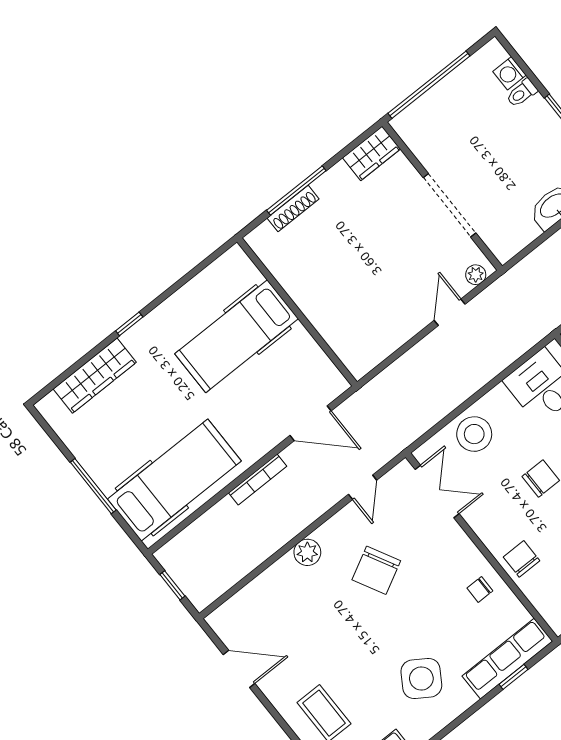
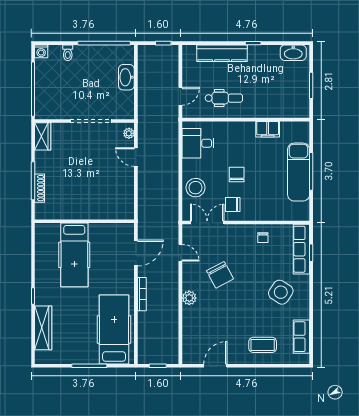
washing machine: (509, 73) -> (41, 51), moved
chair: (522, 559) -> (233, 204), moved

